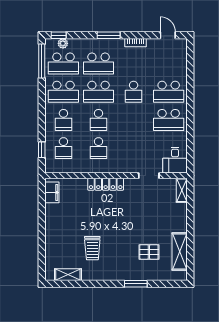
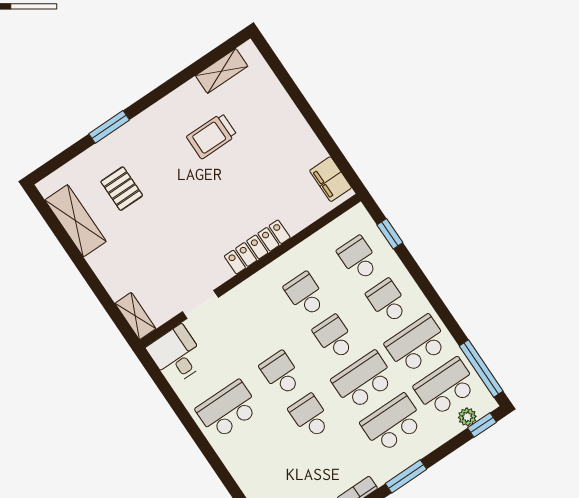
school desk: (169, 92) -> (281, 373), moved, width x0.54
trolley: (92, 248) -> (212, 136), turned -90
pallet: (149, 252) -> (122, 189), turned 90

